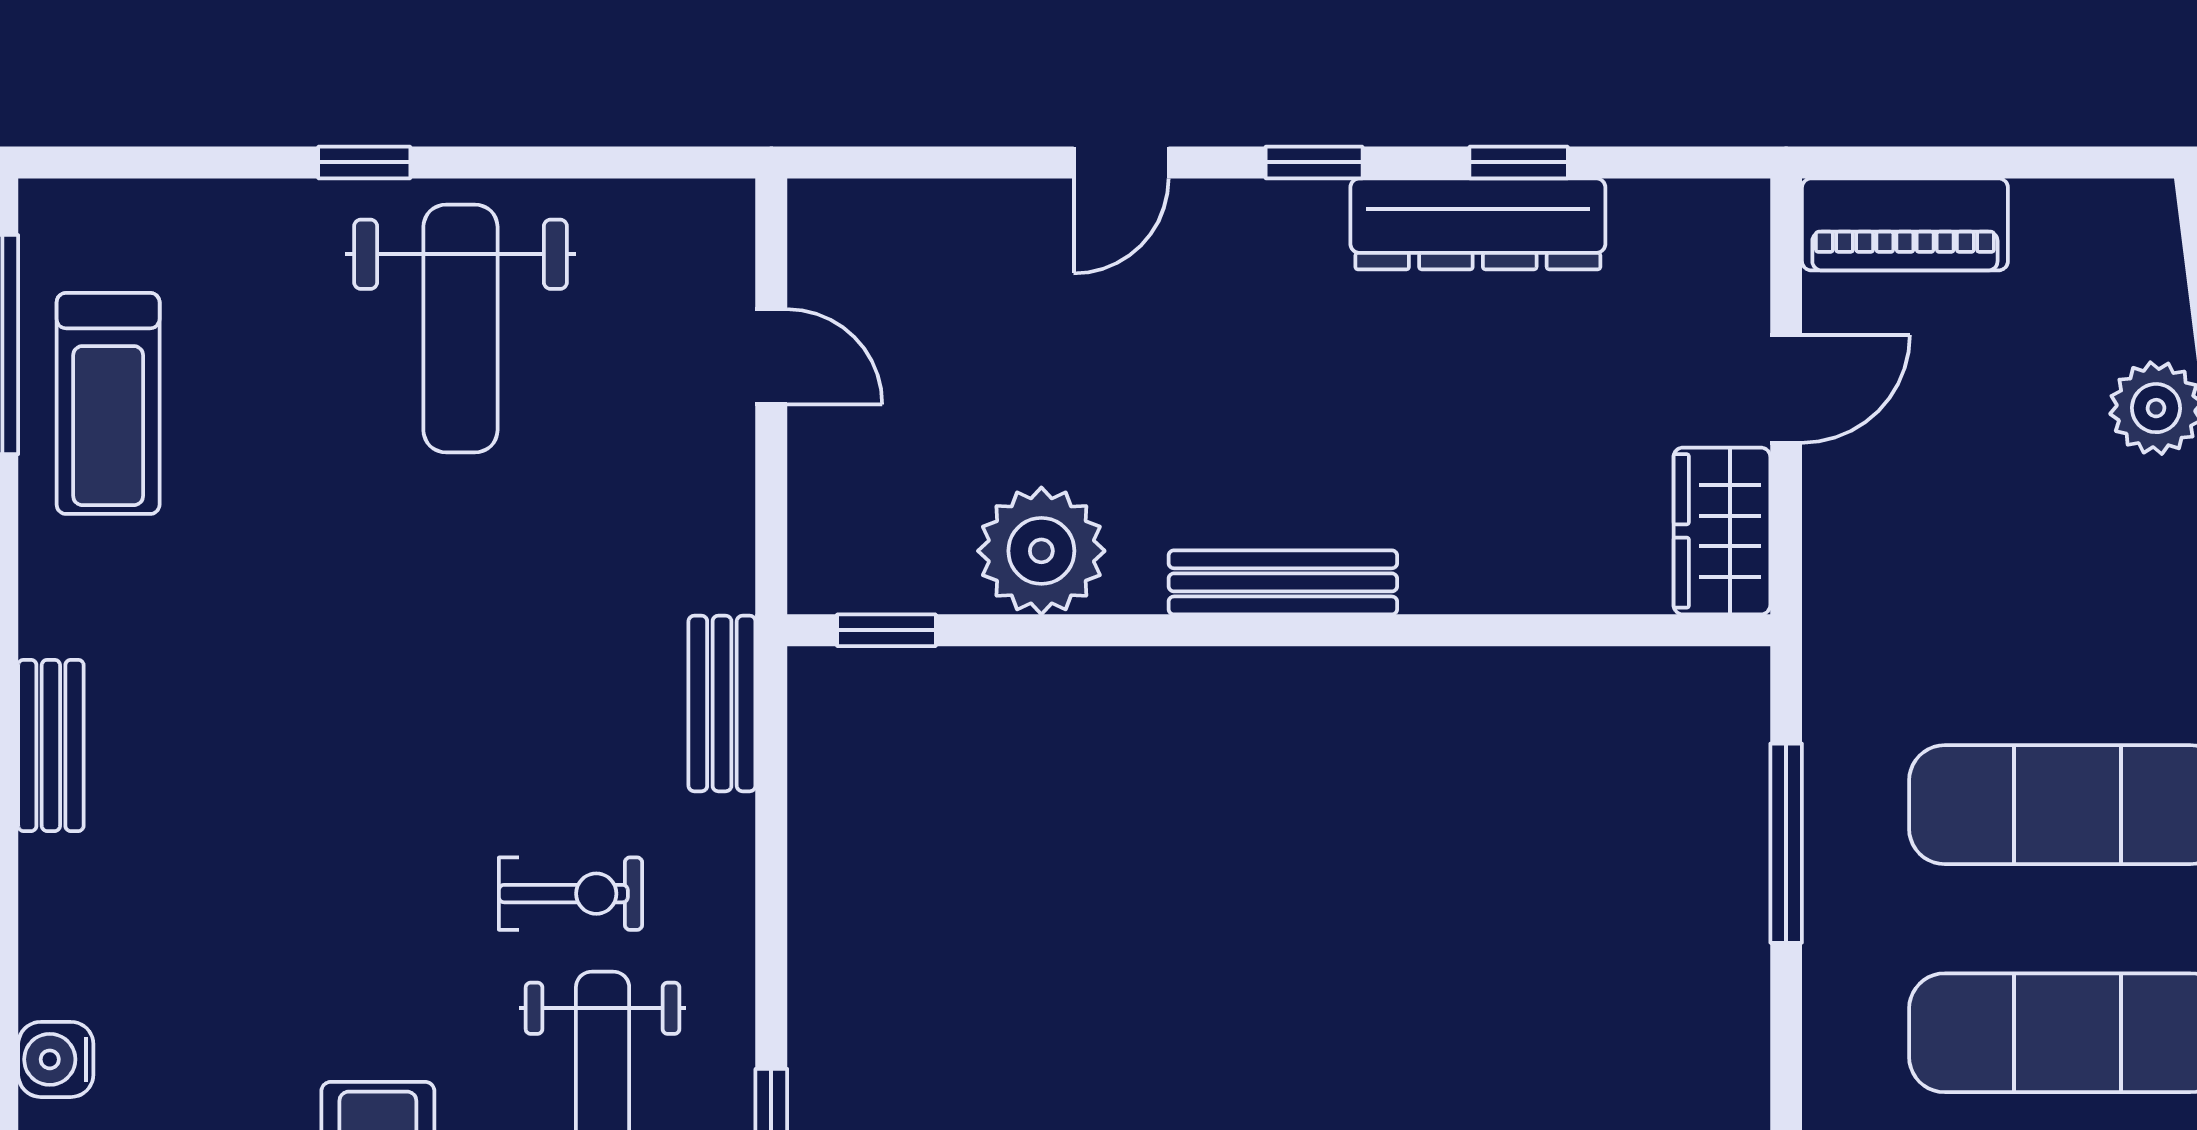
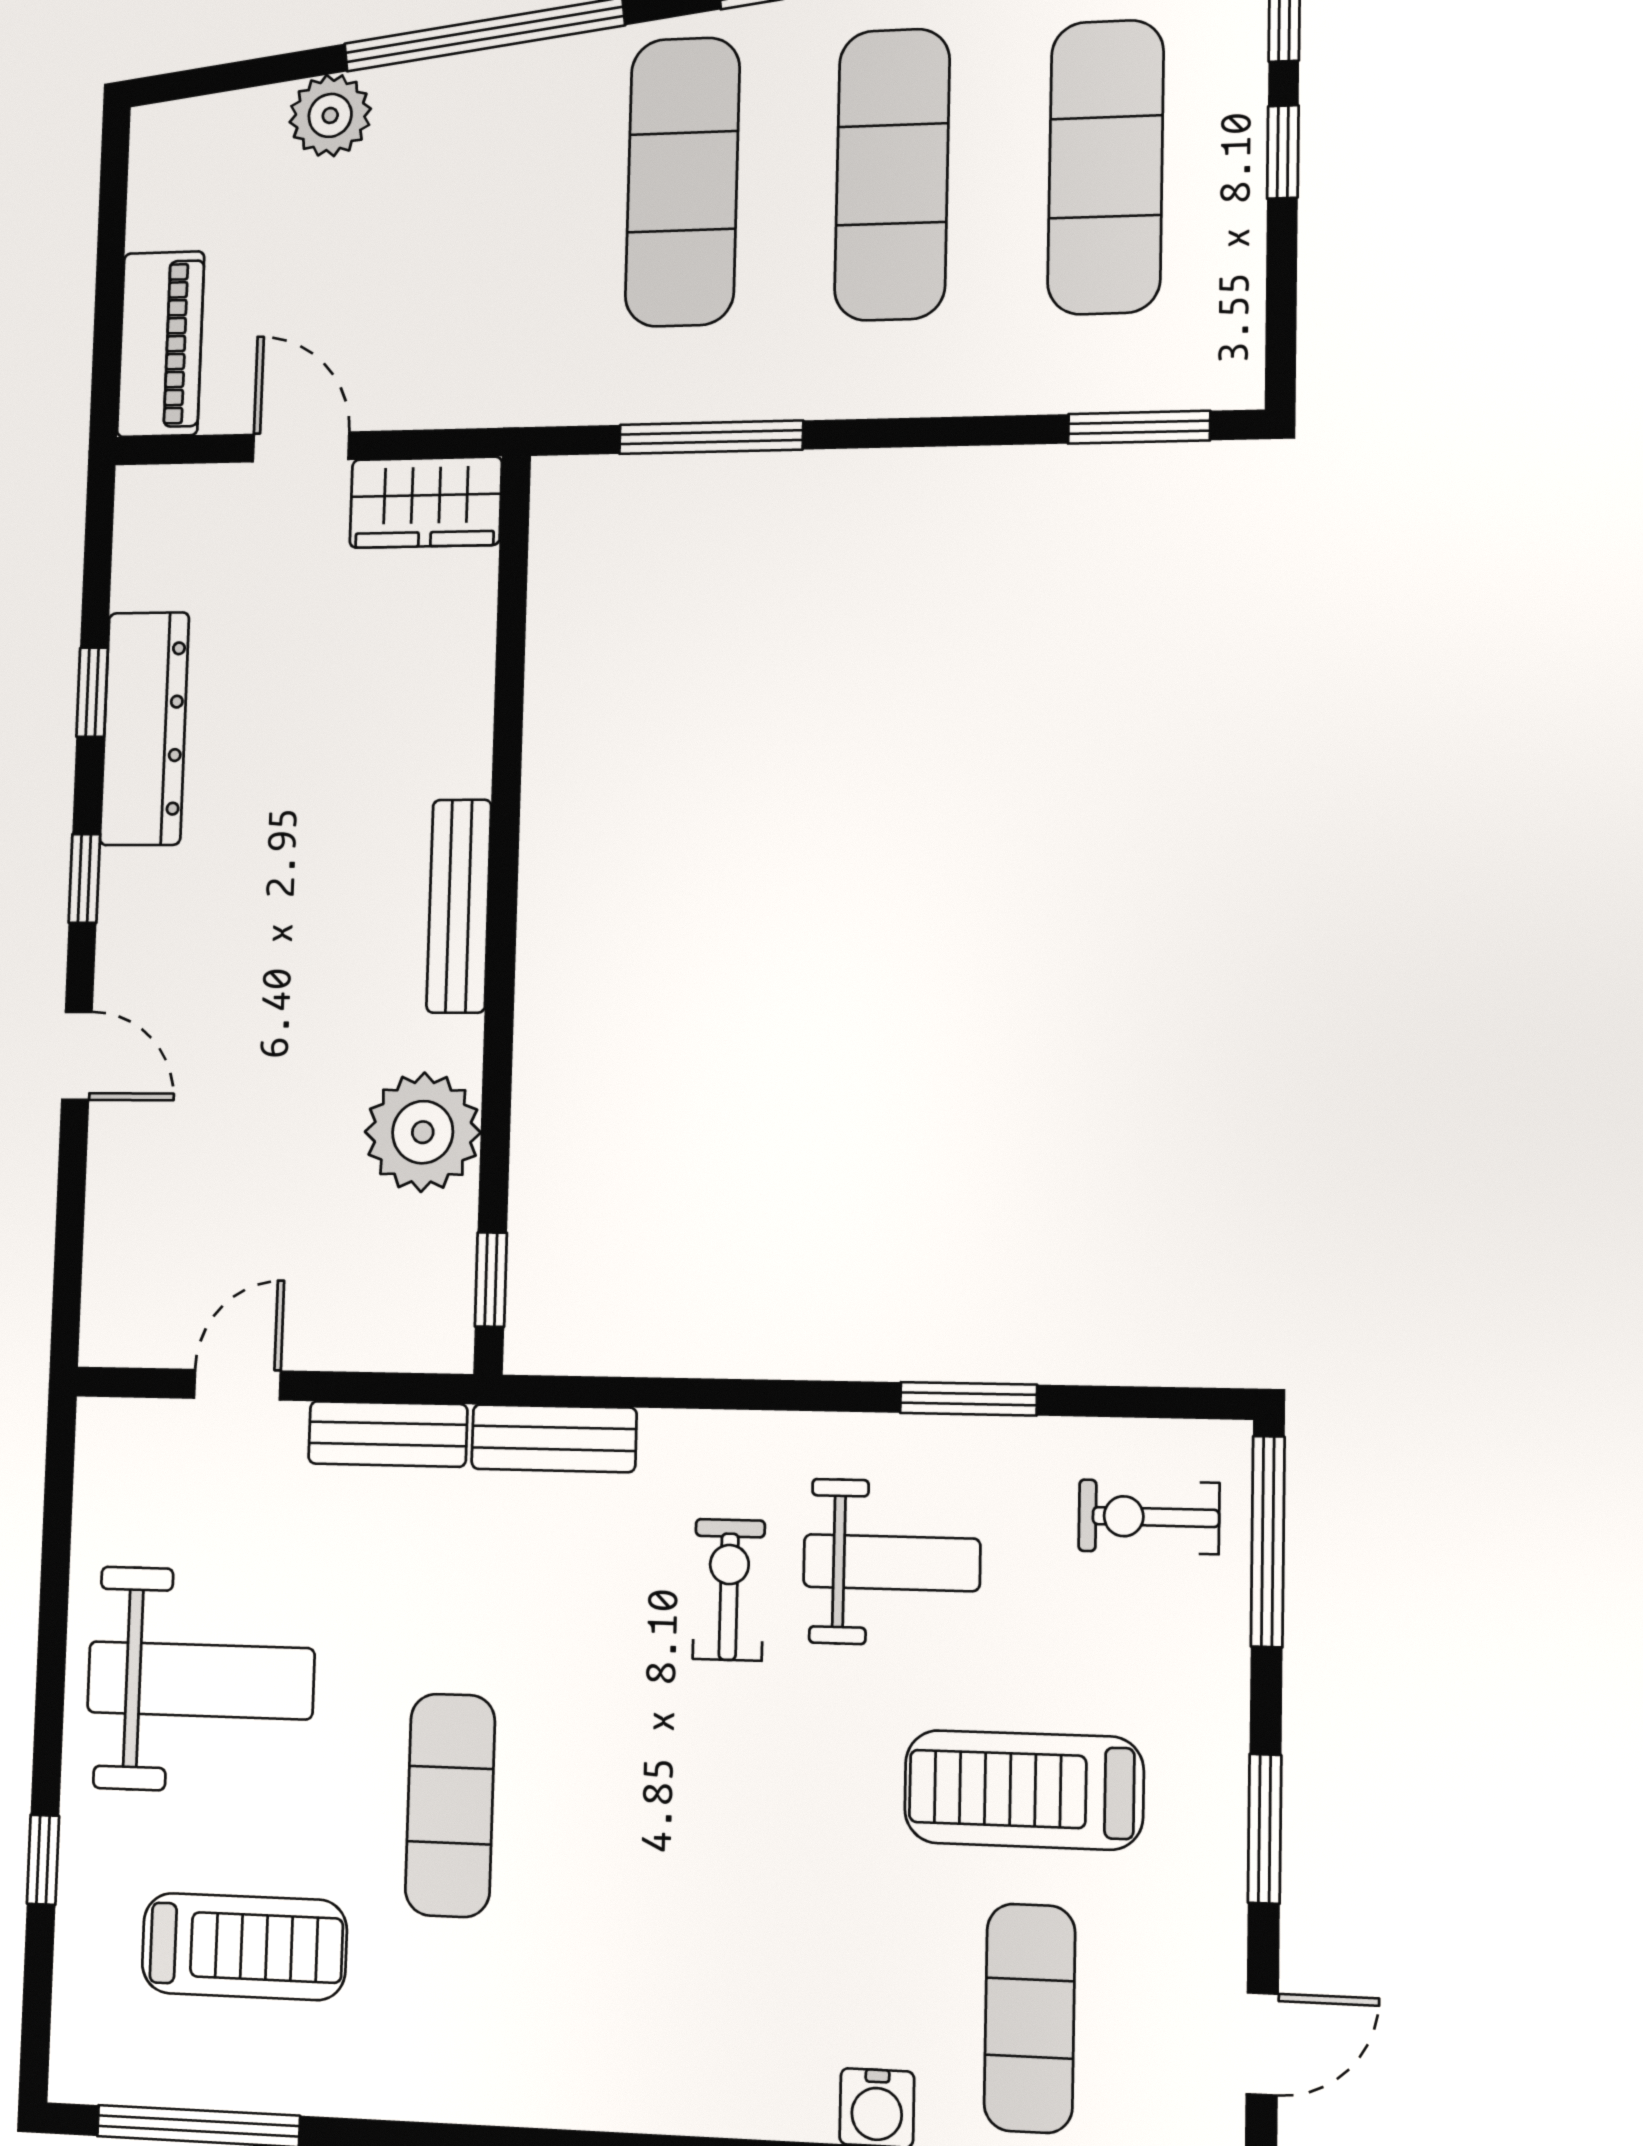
window: (364, 162) -> (43, 1860), moved
treadmill: (108, 403) -> (244, 1947), moved
exercise mat: (341, 604) -> (450, 1805), added
bench: (51, 745) -> (388, 1434), moved

